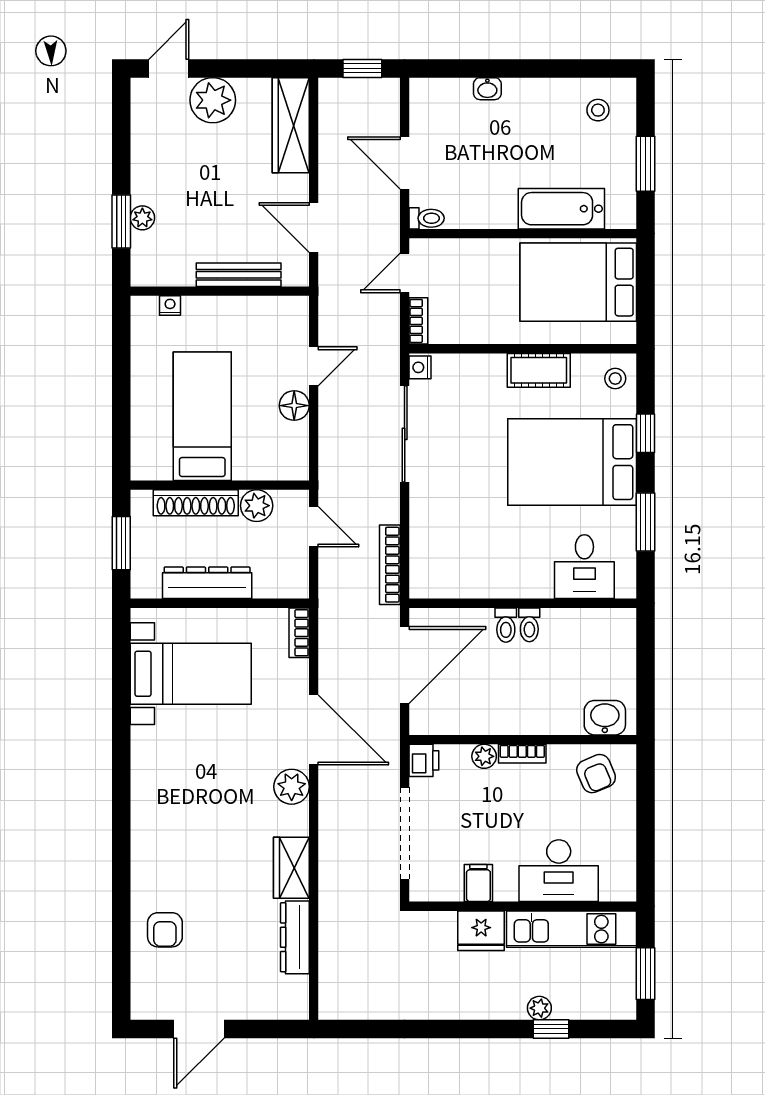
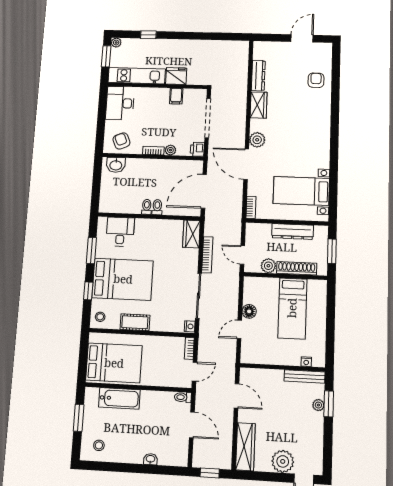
bench: (239, 275) -> (305, 377), moved
bookcase: (390, 565) -> (207, 255), moved
wardrobe: (427, 568) -> (191, 234), added
desk: (559, 871) -> (120, 103), moved, turned -90
plant: (539, 1008) -> (116, 43), moved

